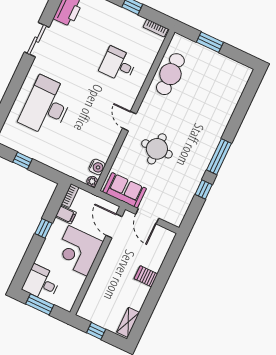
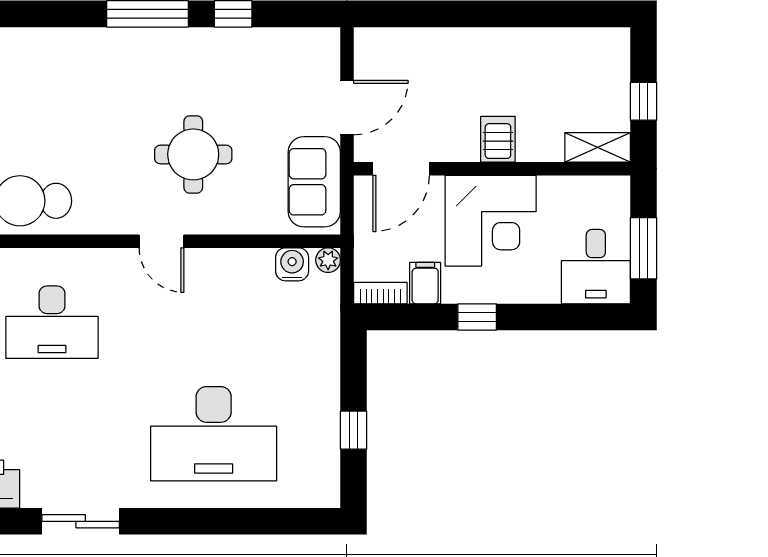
desk: (118, 65) -> (52, 322), width x1.37
door: (129, 121) -> (162, 241), hinge flipped
server rack: (146, 276) -> (498, 139), moved, turned 180
shelving: (128, 322) -> (598, 147), moved

